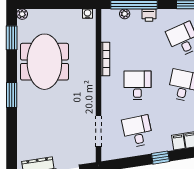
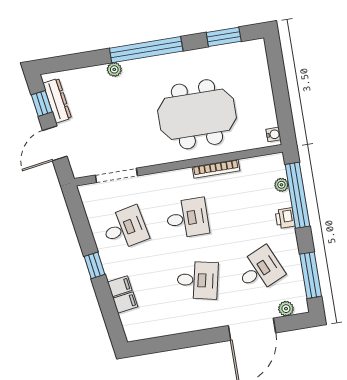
plant: (22, 14) -> (114, 69), moved
meeting table: (44, 62) -> (197, 114), moved
window: (12, 95) -> (146, 50), width x2.11

